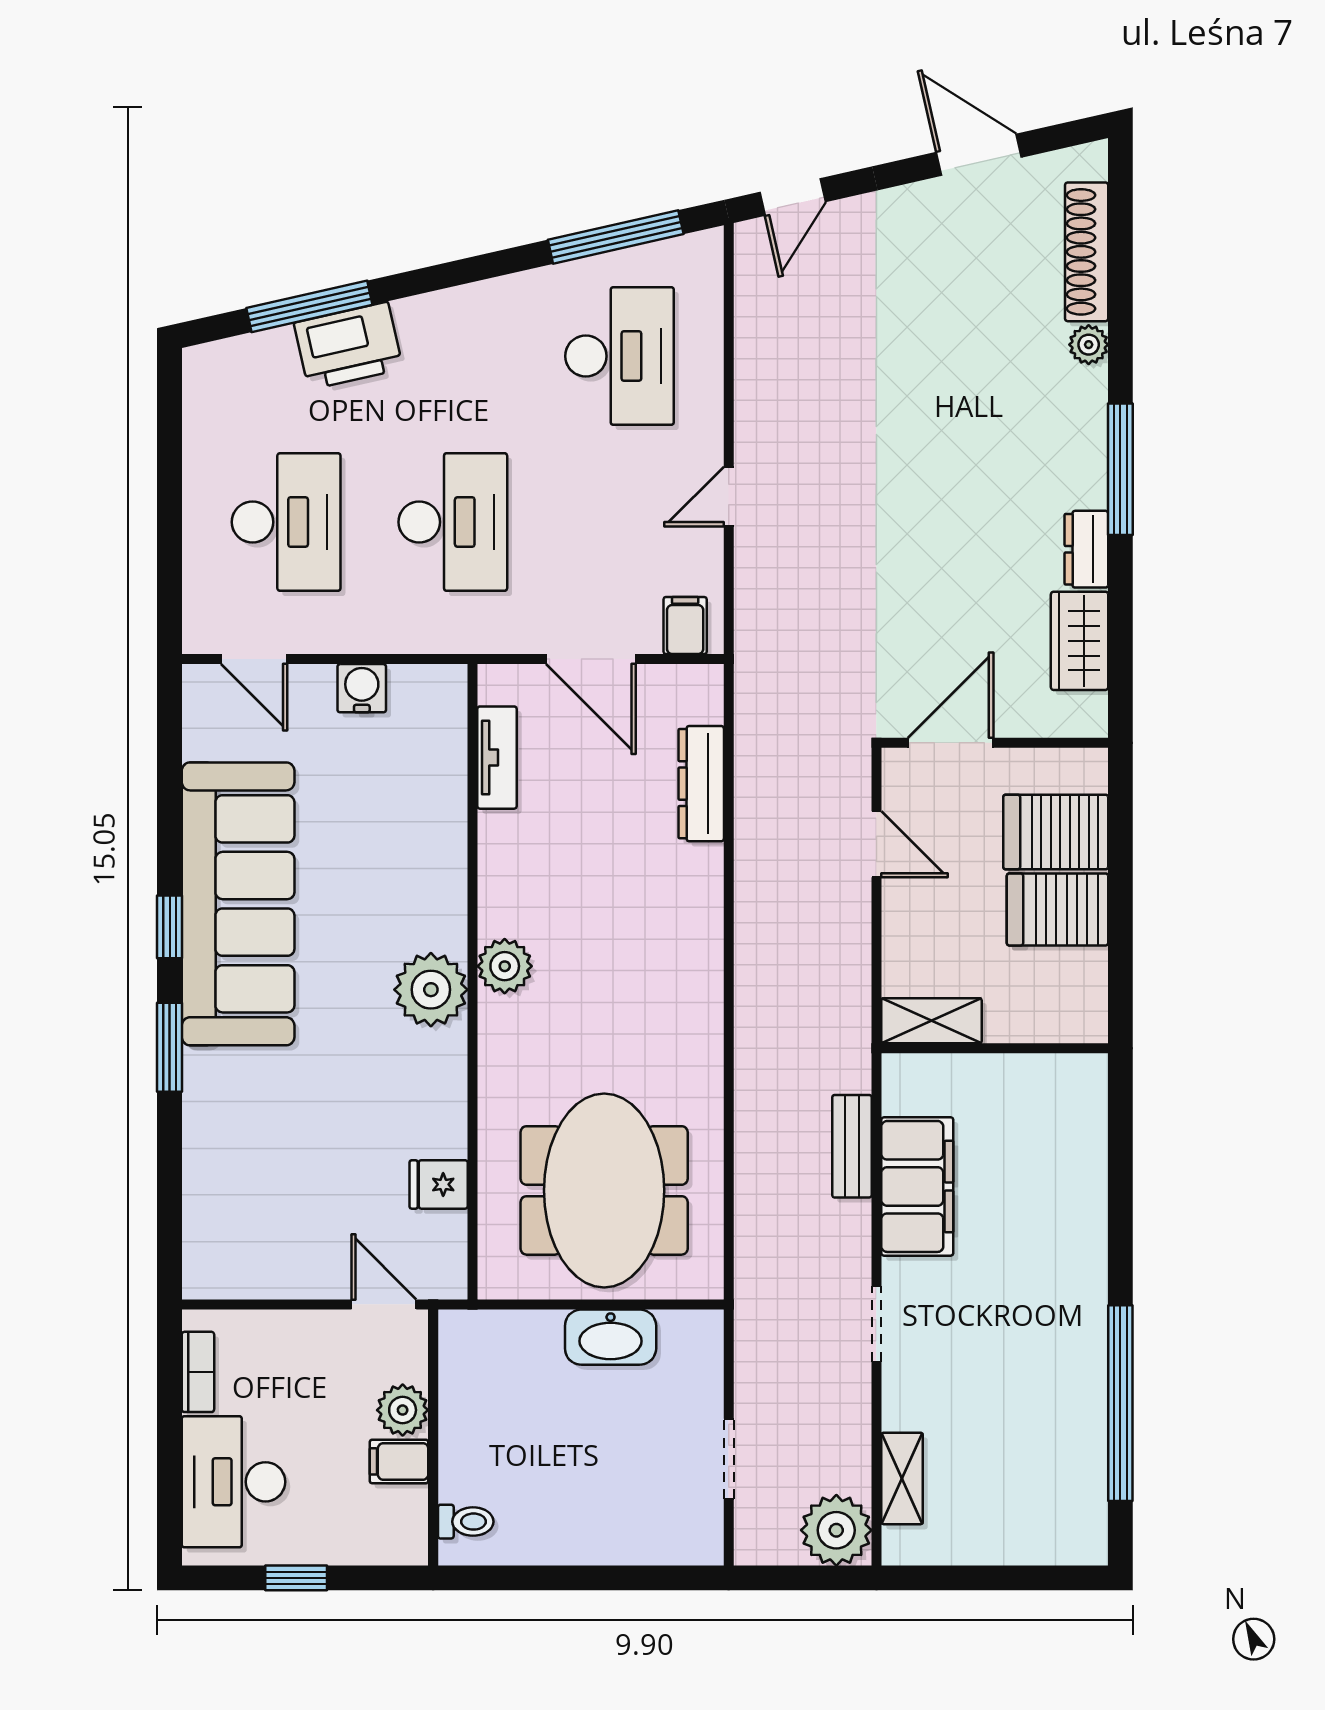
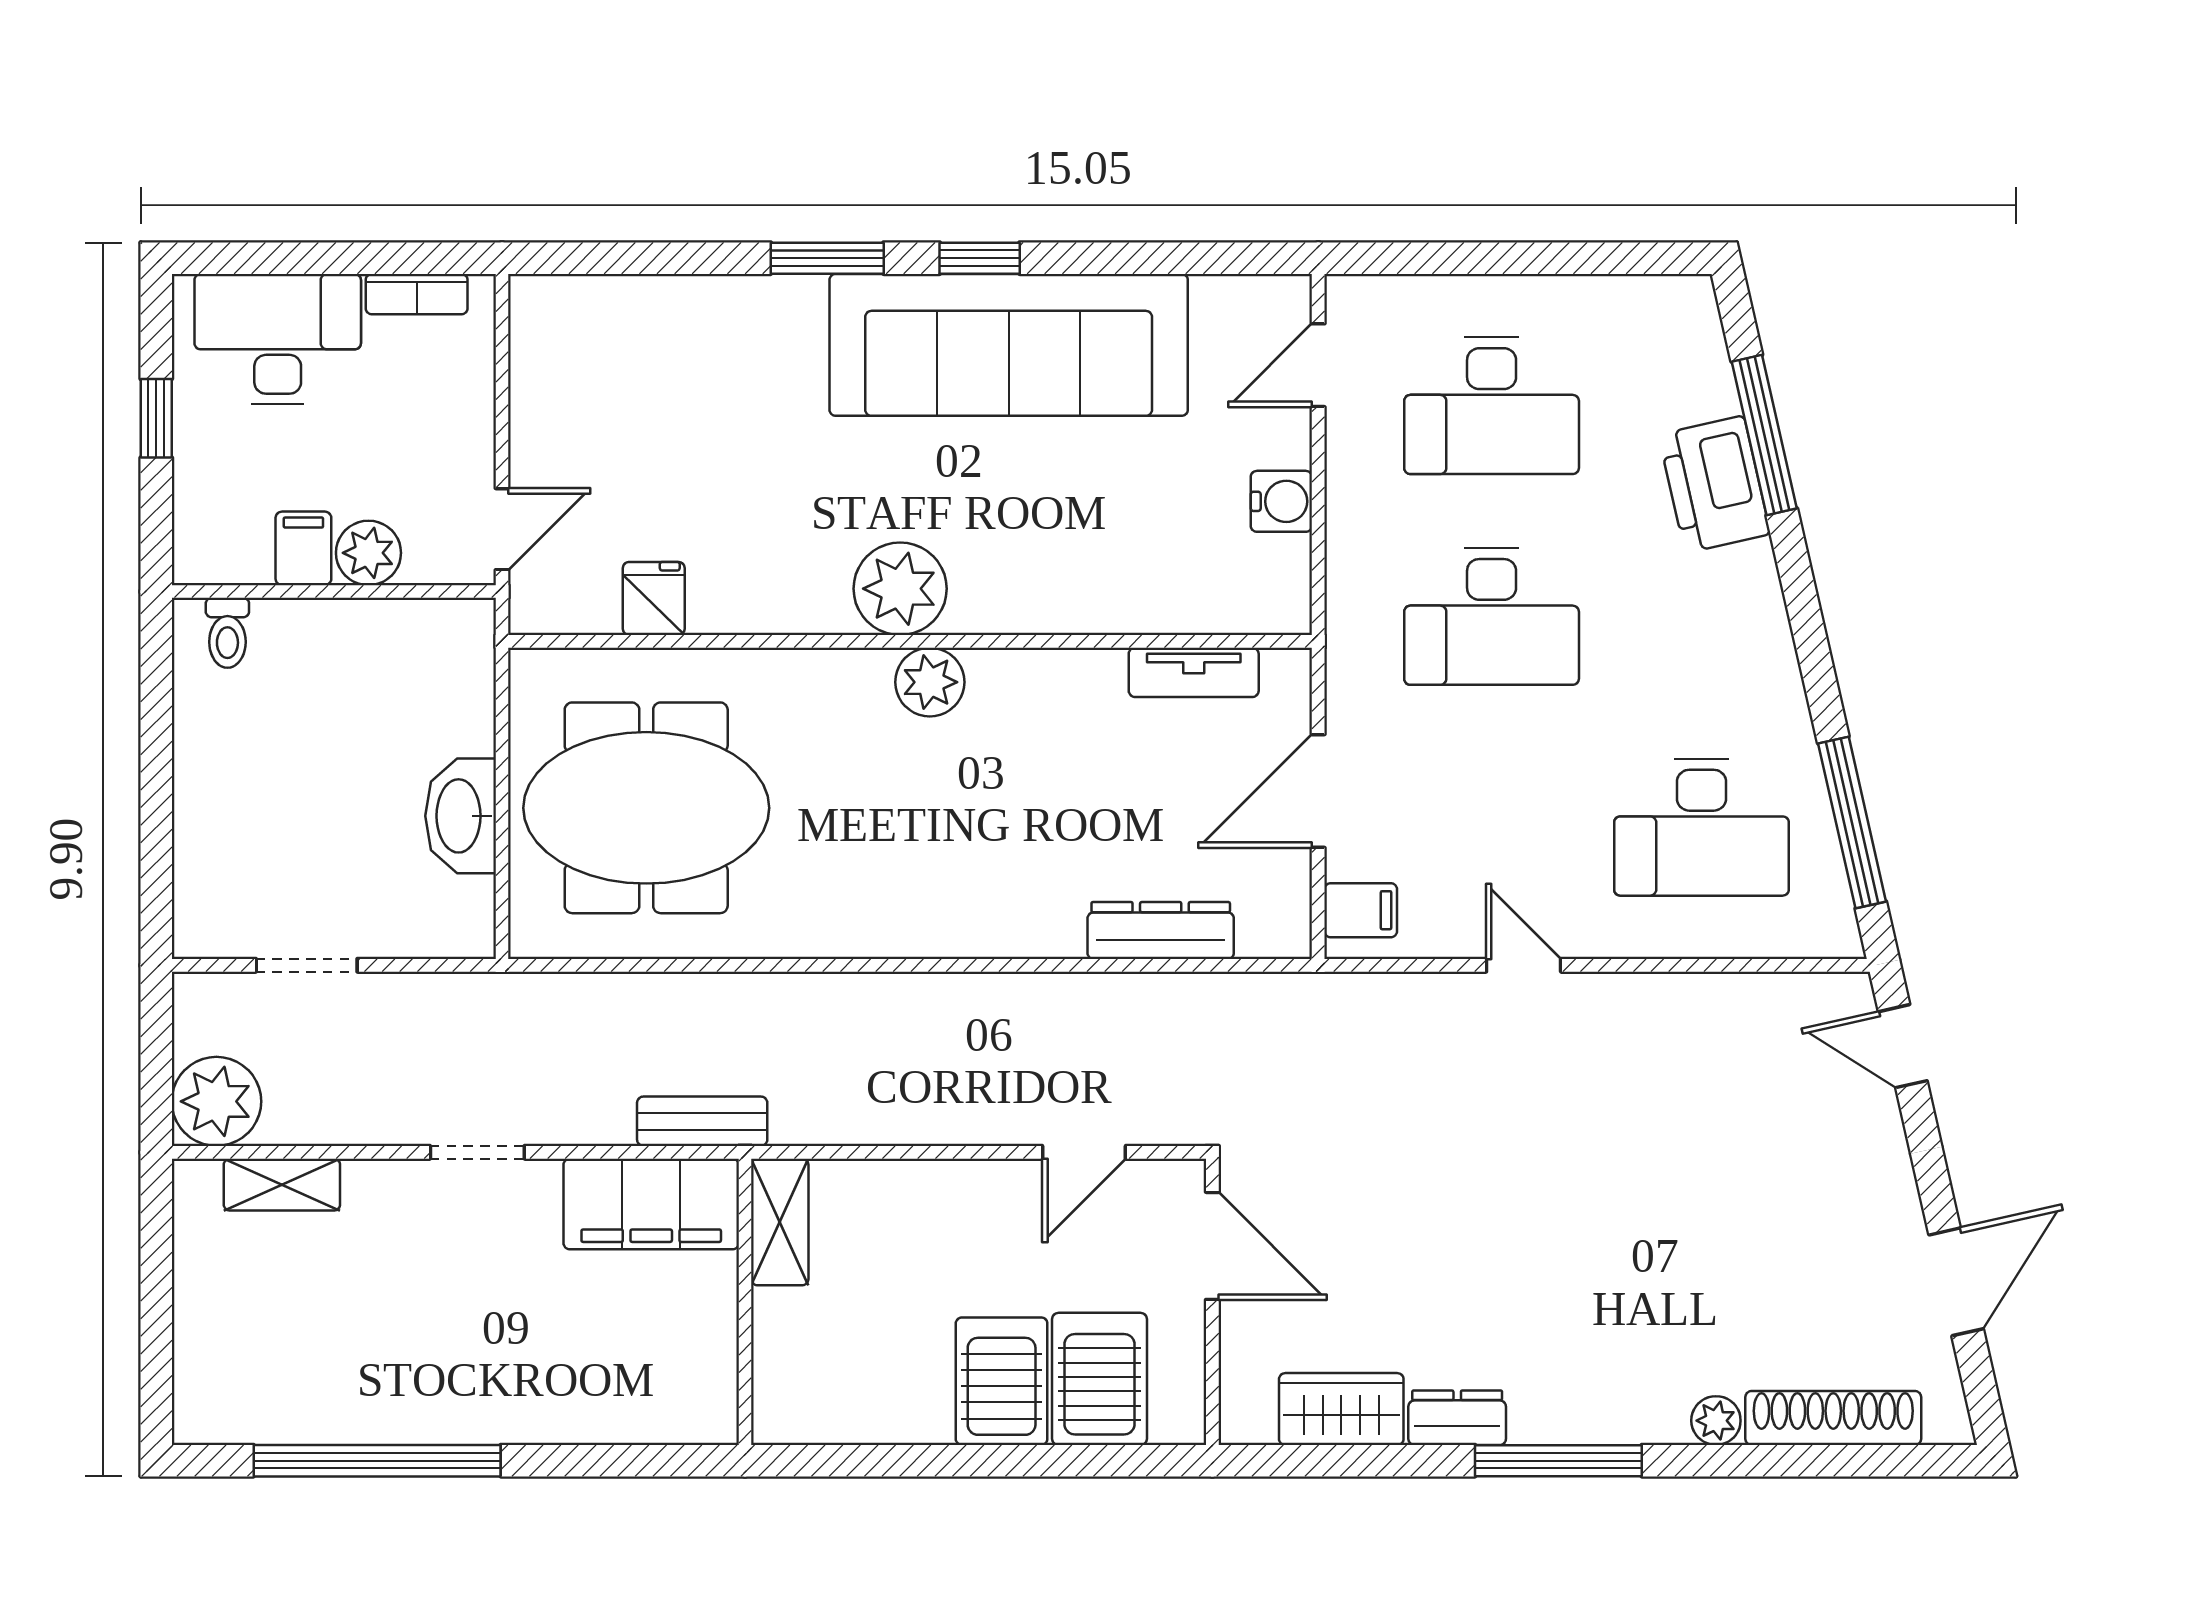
shelving: (932, 1021) -> (780, 1222), moved
wall: (995, 1048) -> (745, 1302), moved

